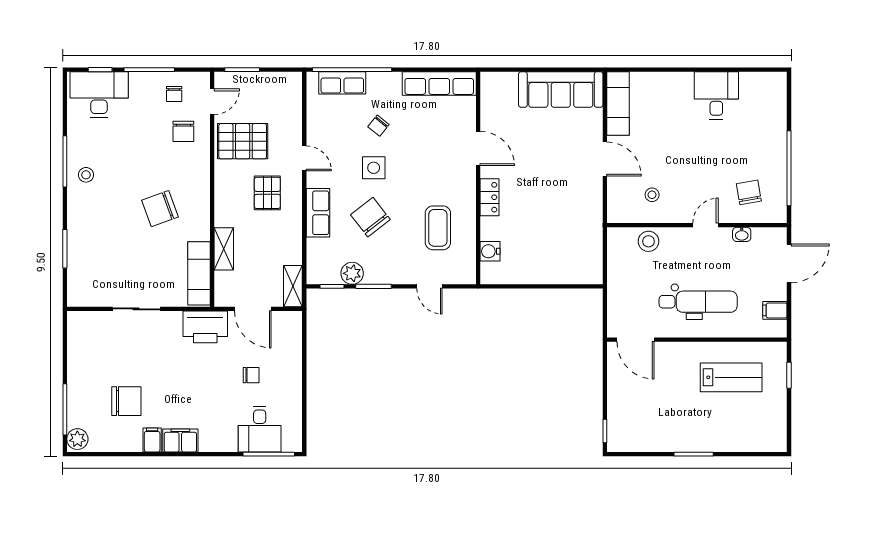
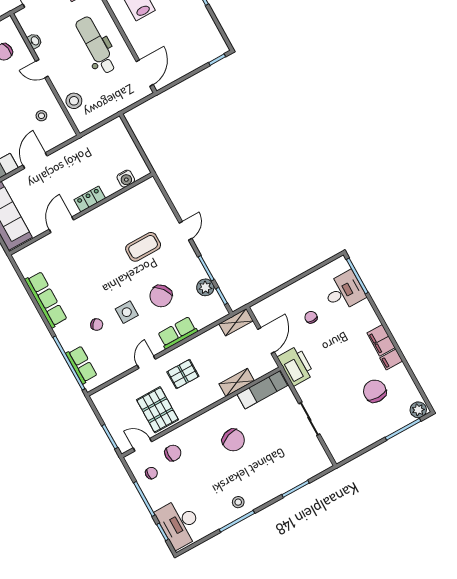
door: (478, 148) -> (61, 225), moved
wall: (478, 178) -> (81, 214), moved
locker: (490, 197) -> (90, 199), moved
water cooler: (490, 251) -> (126, 179), moved

